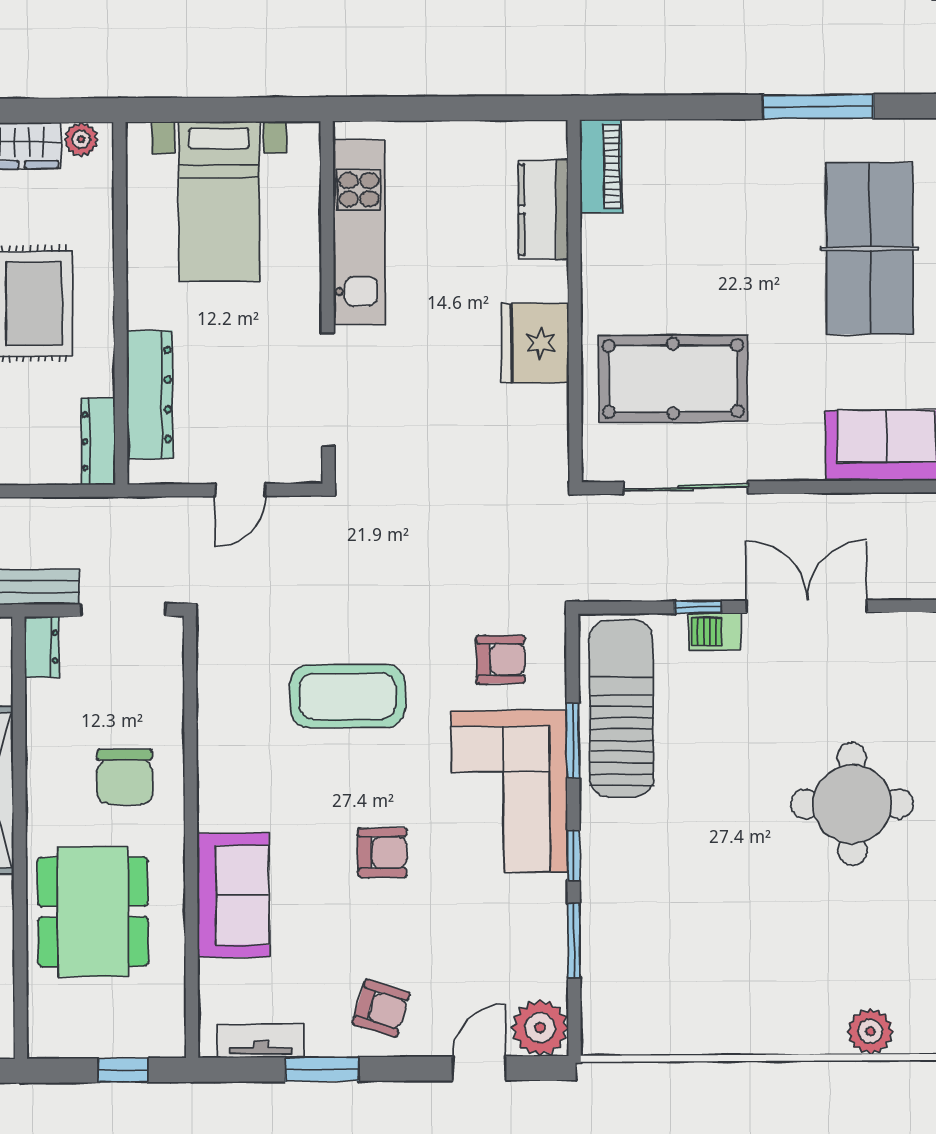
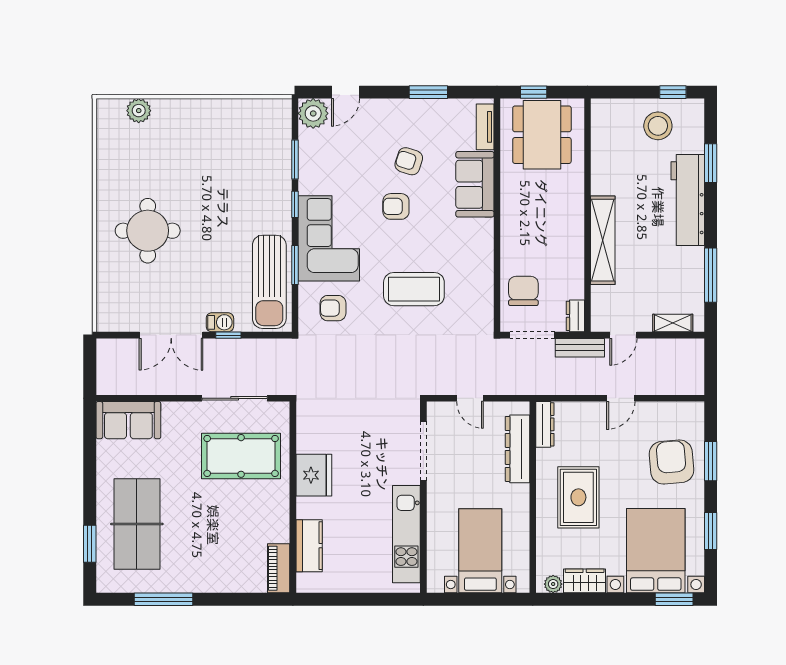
door: (240, 490) -> (470, 398), swing flipped
chair: (125, 777) -> (523, 291), moved
dining table: (93, 912) -> (542, 135), moved
armchair: (381, 1008) -> (409, 161), moved
tv unit: (261, 1041) -> (485, 127), moved, turned 90

